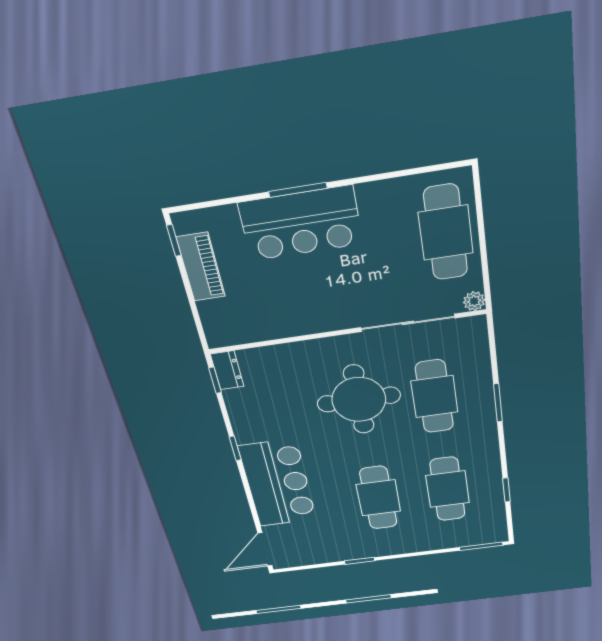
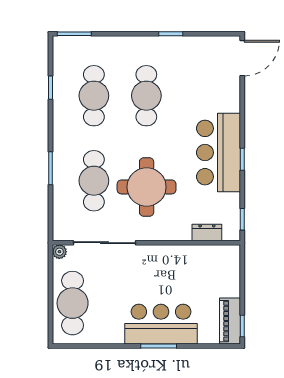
piano: (201, 267) -> (230, 321), moved
dresser: (227, 370) -> (207, 232), moved, turned 90
bar counter: (278, 483) -> (219, 153), moved

